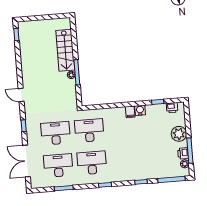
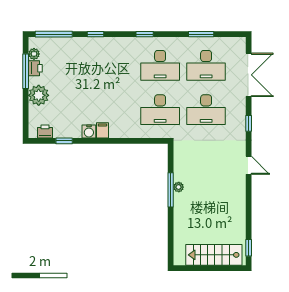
stairs: (65, 50) -> (214, 255), moved, turned -90

